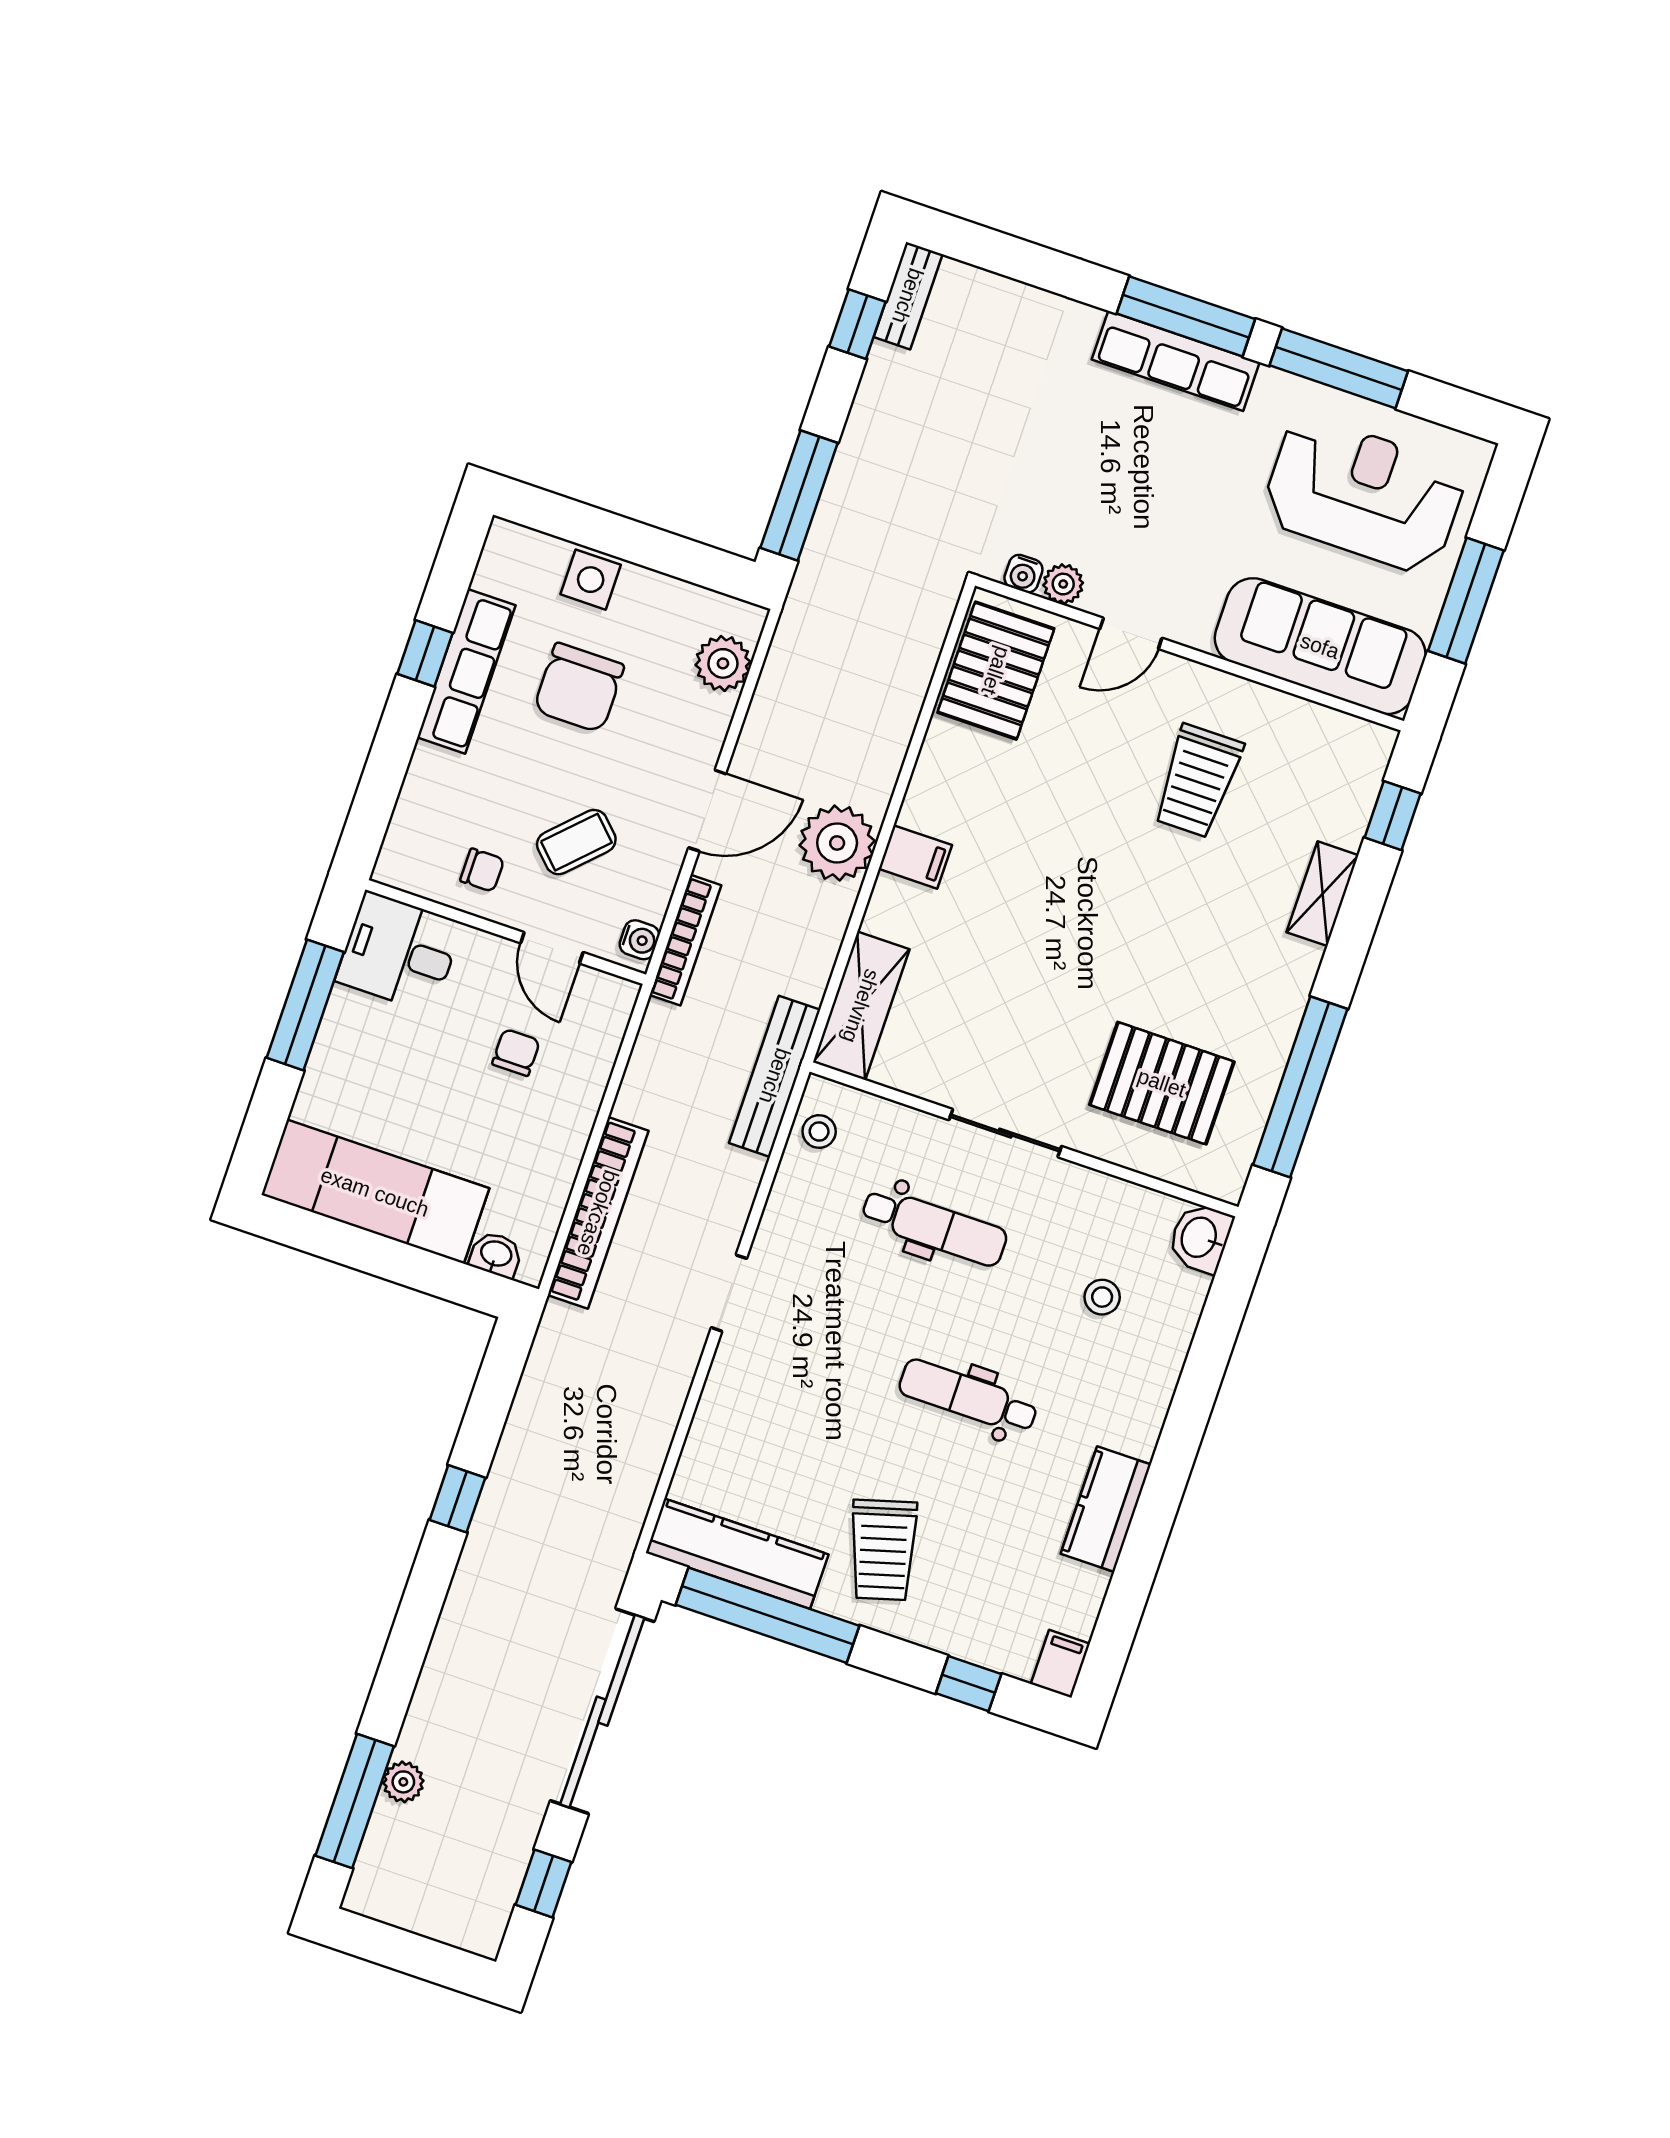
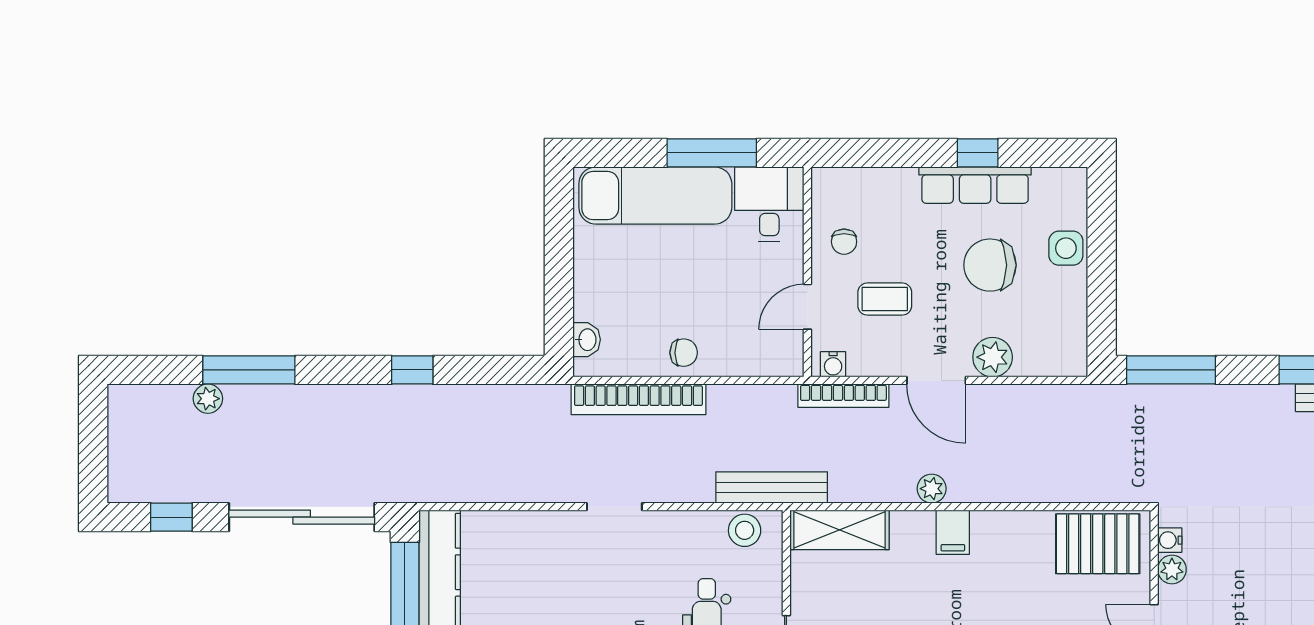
plant: (723, 663) -> (993, 357), moved
coffee table: (576, 842) -> (885, 299), turned -45
plant: (837, 843) -> (932, 489), width x0.53, depth x0.53
chair: (516, 1052) -> (684, 353), moved
stool: (819, 1131) -> (745, 530), width x1.37, depth x1.37
exam couch: (375, 1192) -> (655, 196), moved, turned 90
window: (355, 1801) -> (249, 370), moved

